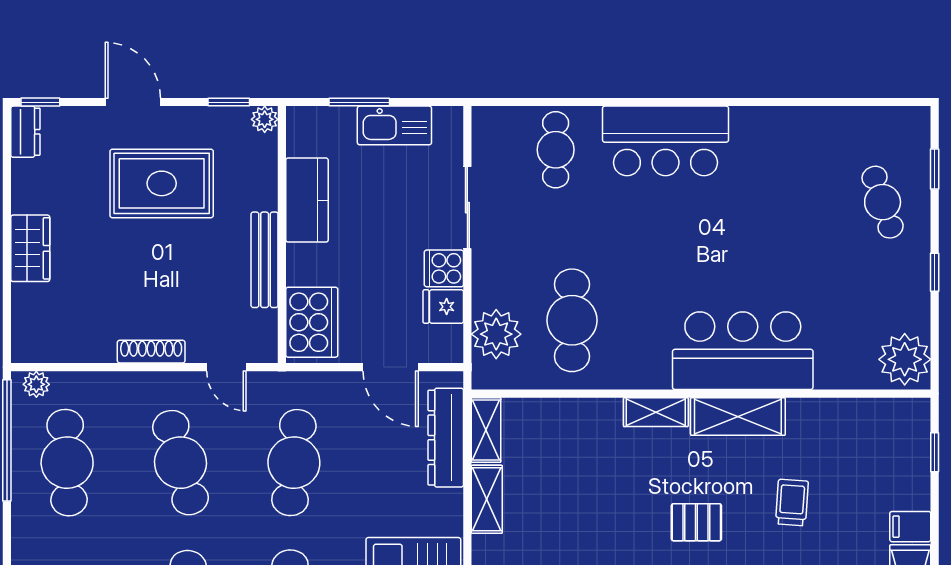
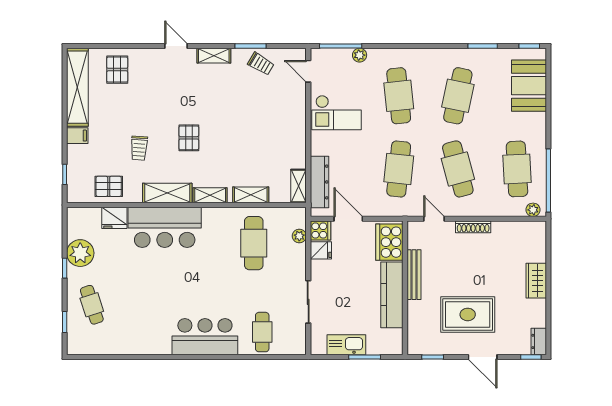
plant: (265, 119) -> (414, 348), removed
kitchen counter: (307, 200) -> (392, 295), width x1.50
cooker: (444, 268) -> (320, 230), moved
plant: (496, 334) -> (299, 236), width x0.53, depth x0.53
plant: (905, 359) -> (80, 253), moved
fridge: (839, 369) -> (114, 218), added
pallet: (850, 429) -> (109, 186), added
shelving: (487, 499) -> (251, 195), moved, turned 90
pallet: (696, 522) -> (189, 138), turned 90

